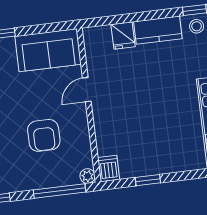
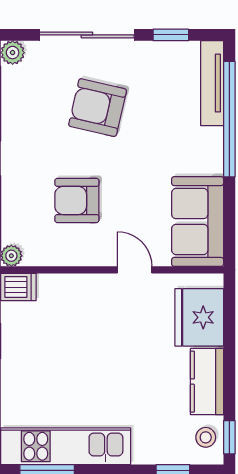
fridge: (123, 36) -> (199, 317), width x1.88, depth x1.34

